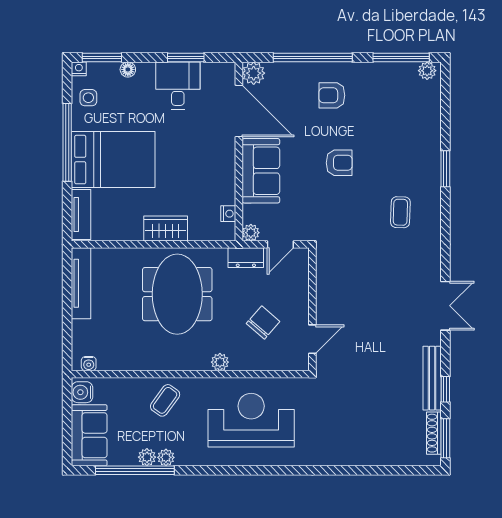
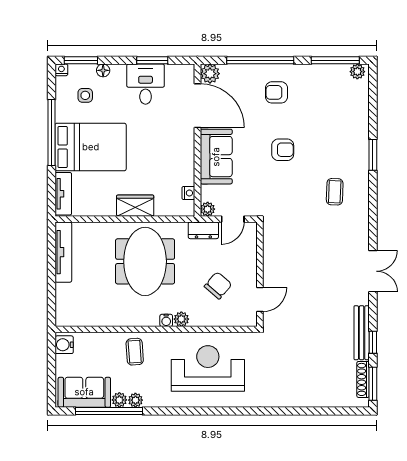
side table: (88, 98) -> (85, 95), moved
water cooler: (89, 364) -> (166, 320), moved
coffee table: (165, 400) -> (135, 352), turned -40
sofa: (89, 435) -> (84, 392), moved, turned -90

